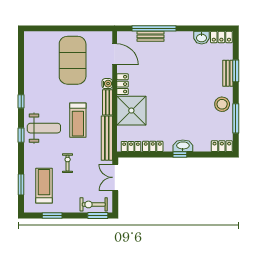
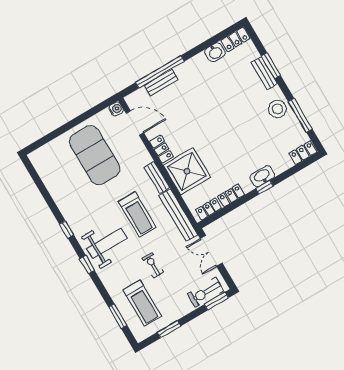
water cooler: (107, 84) -> (116, 109), moved
treadmill: (44, 186) -> (142, 303), turned 180

